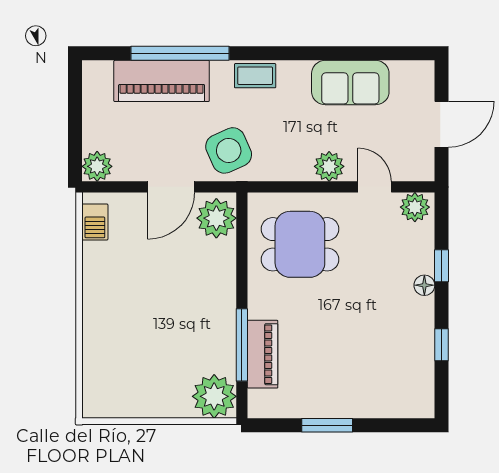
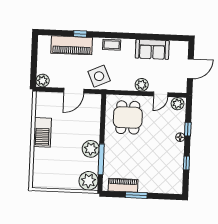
window: (180, 53) -> (80, 34), width x0.32
door: (375, 187) -> (161, 94), swing flipped
plant: (216, 218) -> (91, 149), moved
barbecue: (95, 222) -> (42, 132), moved, width x1.88, depth x1.53
dining table: (300, 244) -> (128, 117), turned 90
piano: (263, 354) -> (123, 185), moved, turned -90

